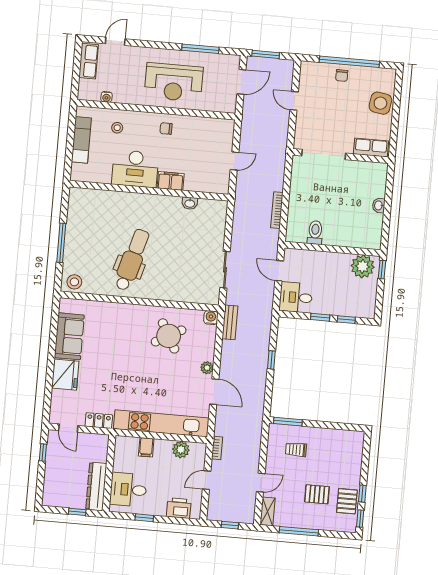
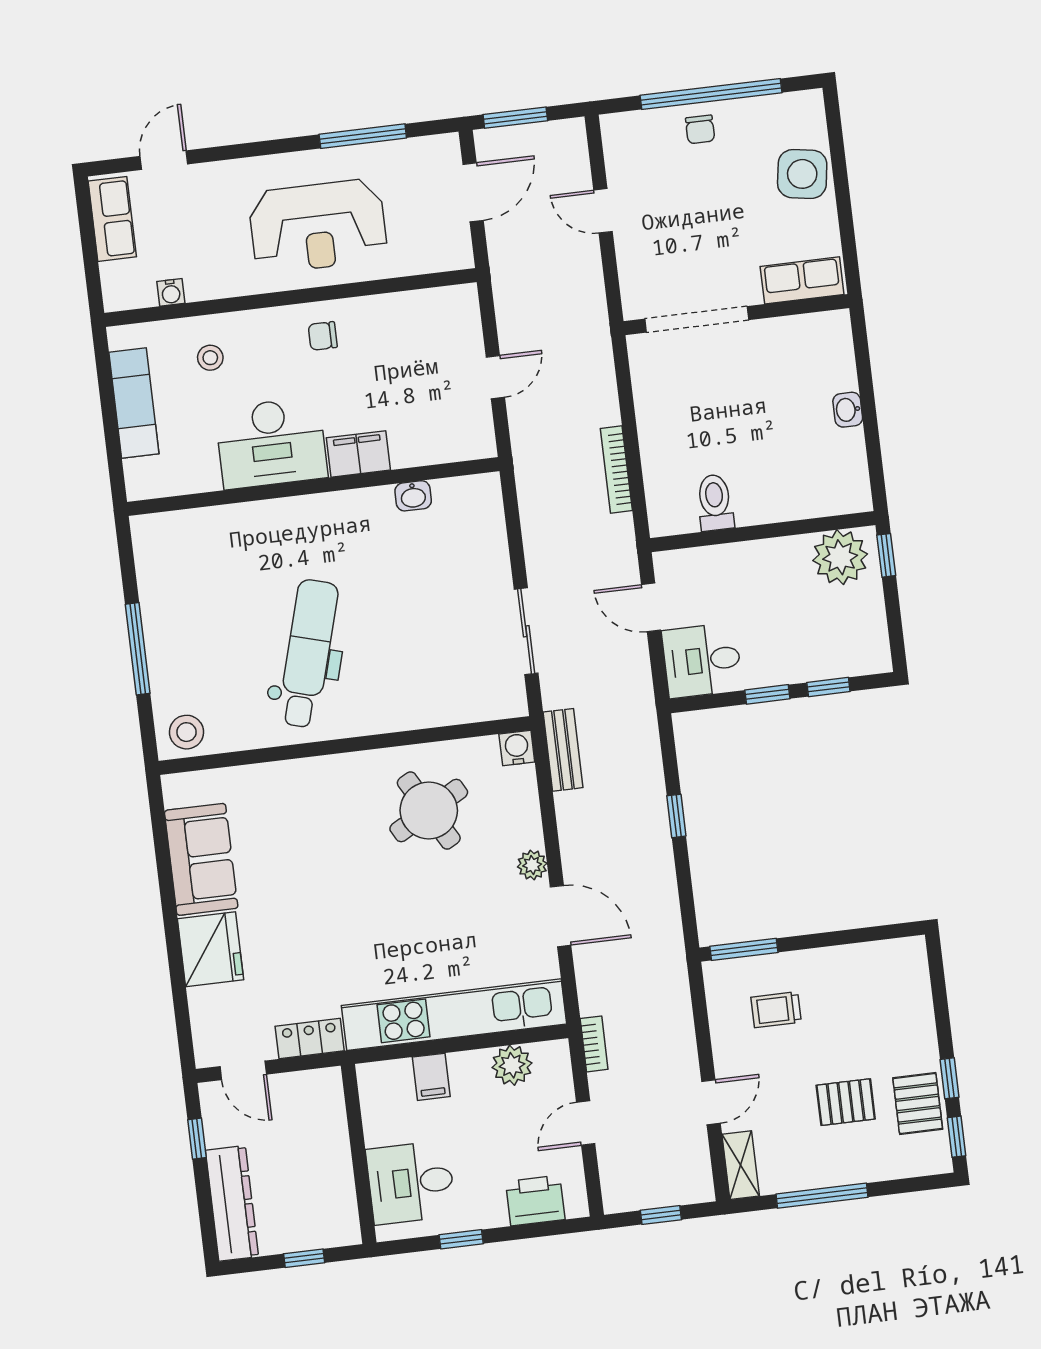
dresser: (96, 487) -> (232, 1203), moved, turned 180

